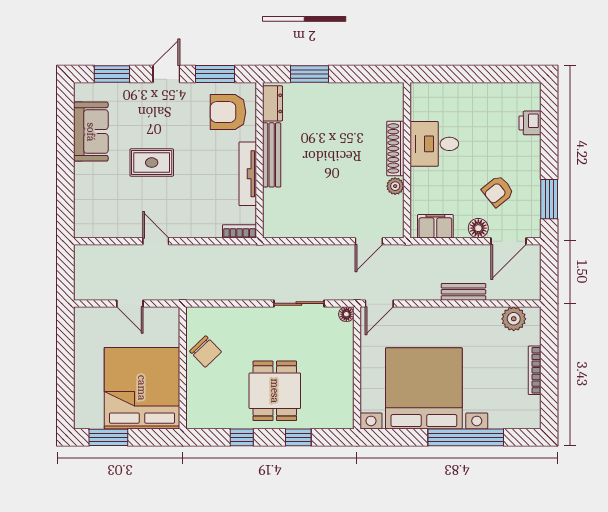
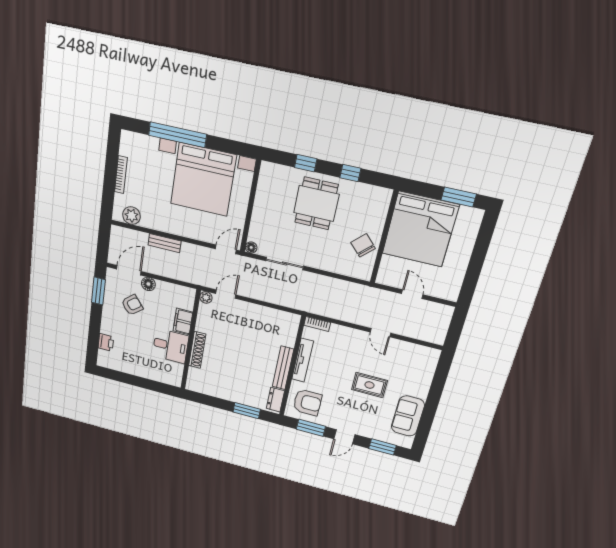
plant: (395, 186) -> (206, 297), moved
filing cabinet: (435, 226) -> (183, 321), moved, turned 90

